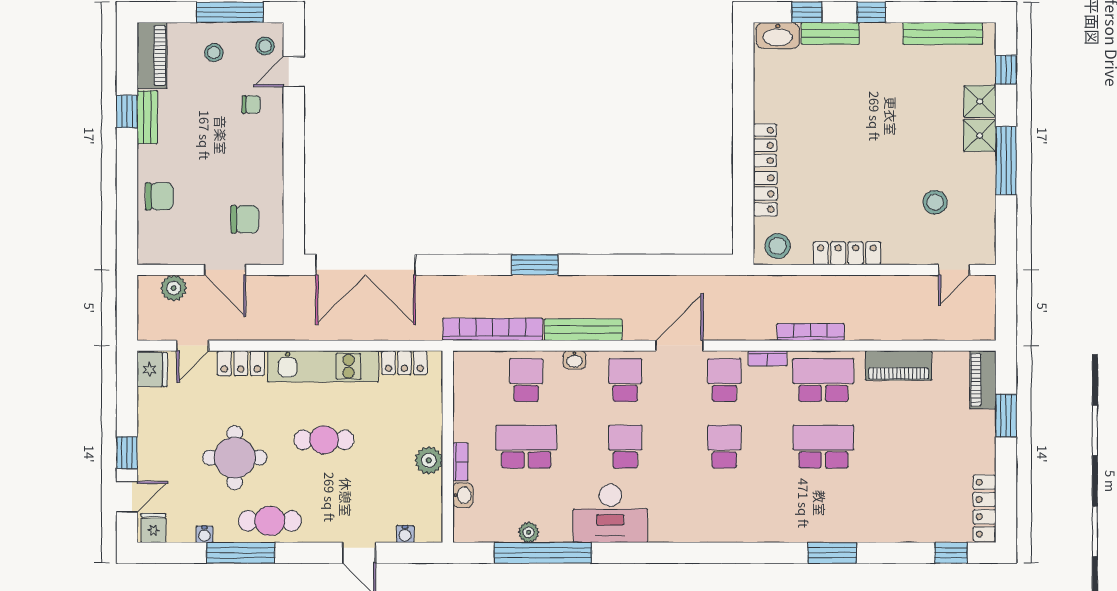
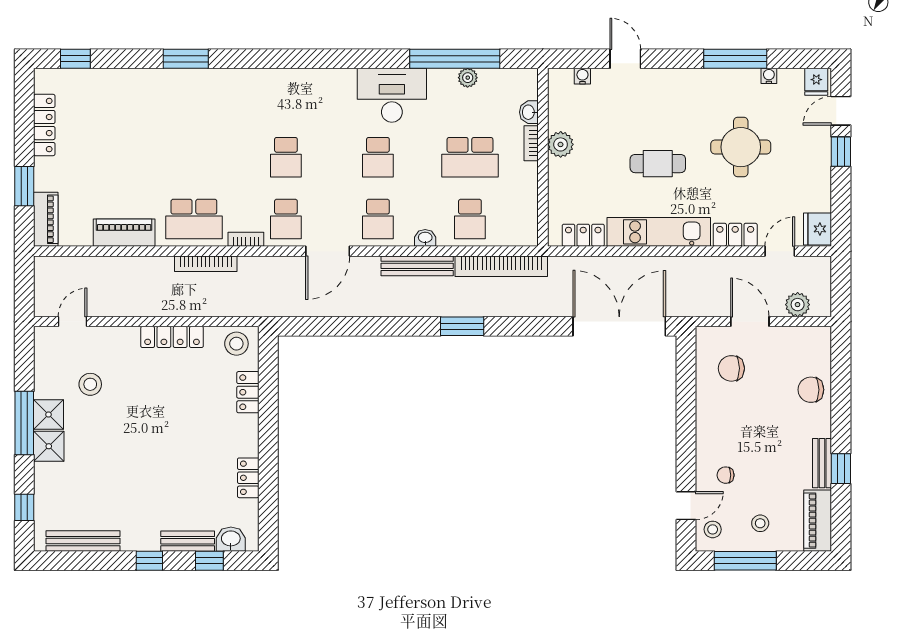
washbasin: (778, 35) -> (231, 539), width x0.72
shower: (980, 101) -> (48, 415), moved
locker: (765, 145) -> (248, 478), moved
school desk: (823, 447) -> (194, 157), removed
locker: (984, 508) -> (44, 125), moved
cafe table: (270, 521) -> (708, 88), removed

